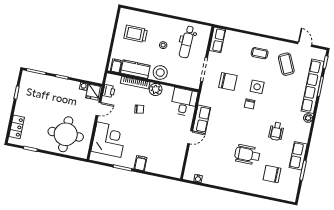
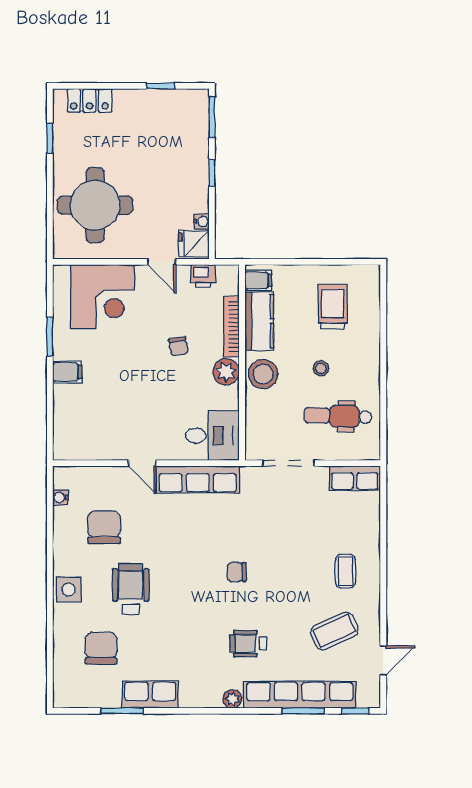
chair: (228, 81) -> (104, 527), moved, turned 180
side table: (257, 87) -> (69, 590), moved
row of seats: (202, 119) -> (198, 479), width x1.48
wheelchair: (276, 131) -> (248, 644), moved

